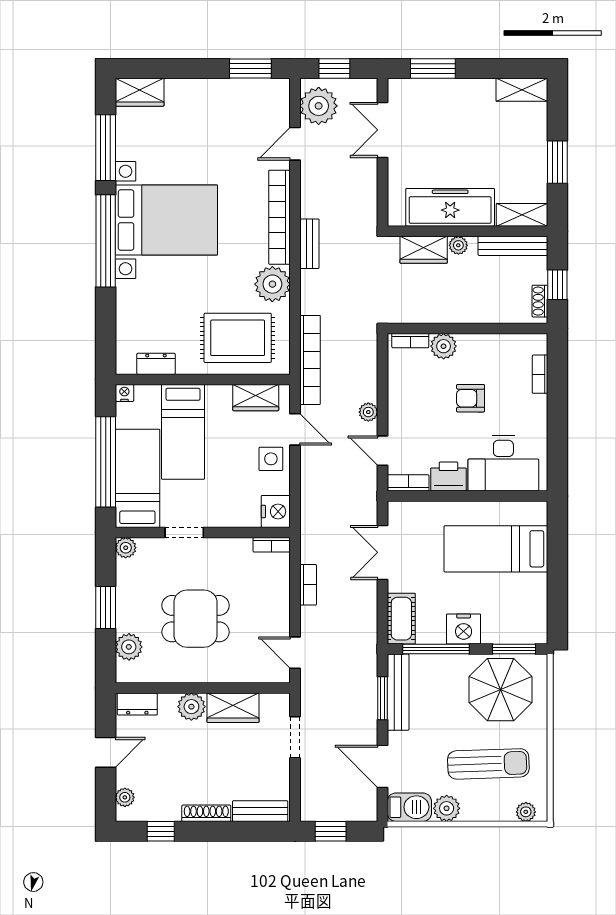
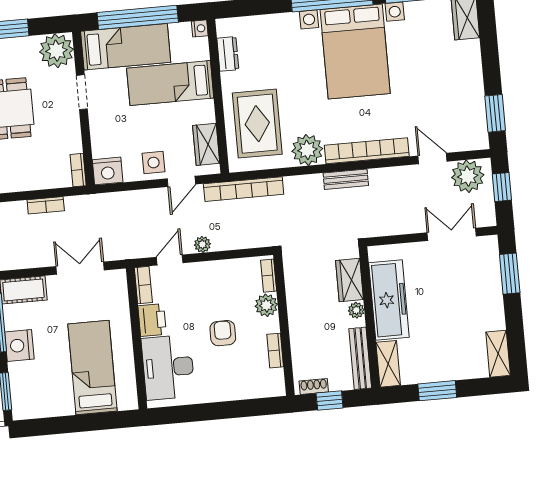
bookcase: (540, 374) -> (275, 351), moved, turned -90
plant: (126, 548) -> (56, 51), width x1.87, depth x1.87

